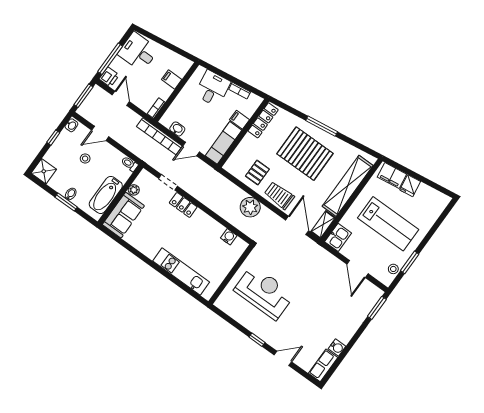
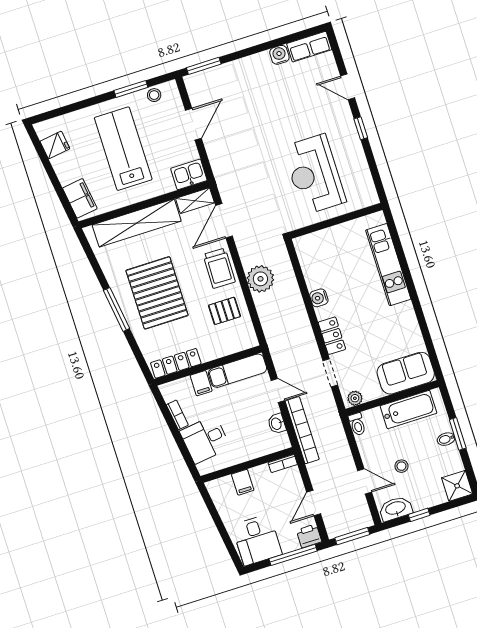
washbasin: (71, 125) -> (396, 509), width x1.91, depth x1.45
fridge: (410, 186) -> (55, 145), moved
plant: (134, 190) -> (355, 398), moved
water cooler: (229, 237) -> (319, 298), moved

